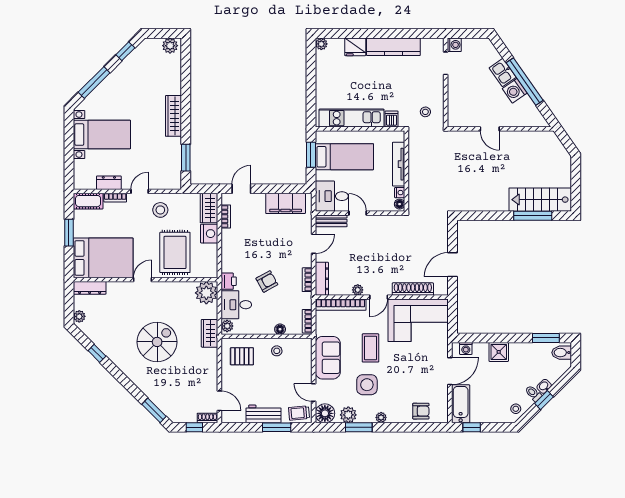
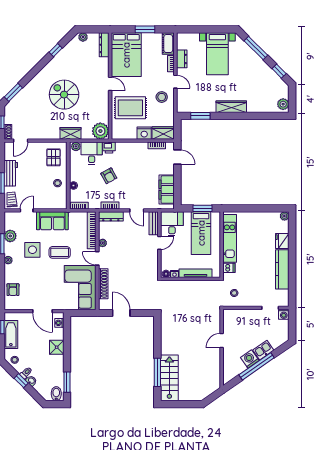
spiral stairs: (157, 342) -> (64, 95), turned 180
bathtub: (461, 404) -> (11, 334), moved, turned -90
floor lamp: (325, 413) -> (11, 219), removed

